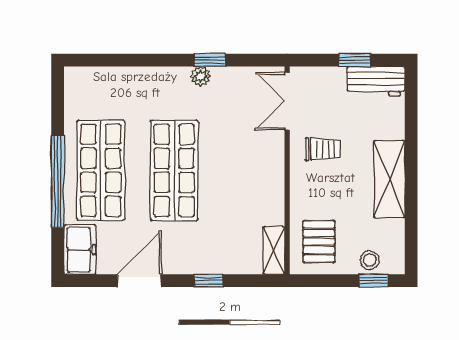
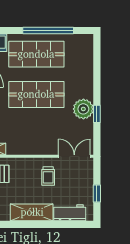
plant: (201, 76) -> (83, 109), width x1.87, depth x1.87
workbench: (376, 81) -> (70, 213), moved, turned 90
window: (58, 182) -> (48, 31), moved

